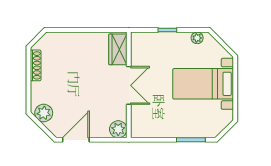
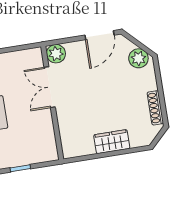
wardrobe: (118, 49) -> (112, 142), moved, turned -90
double door: (129, 85) -> (50, 87), moved

